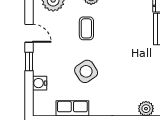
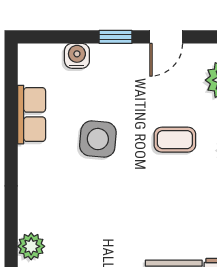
side table: (86, 71) -> (98, 139), turned 38

